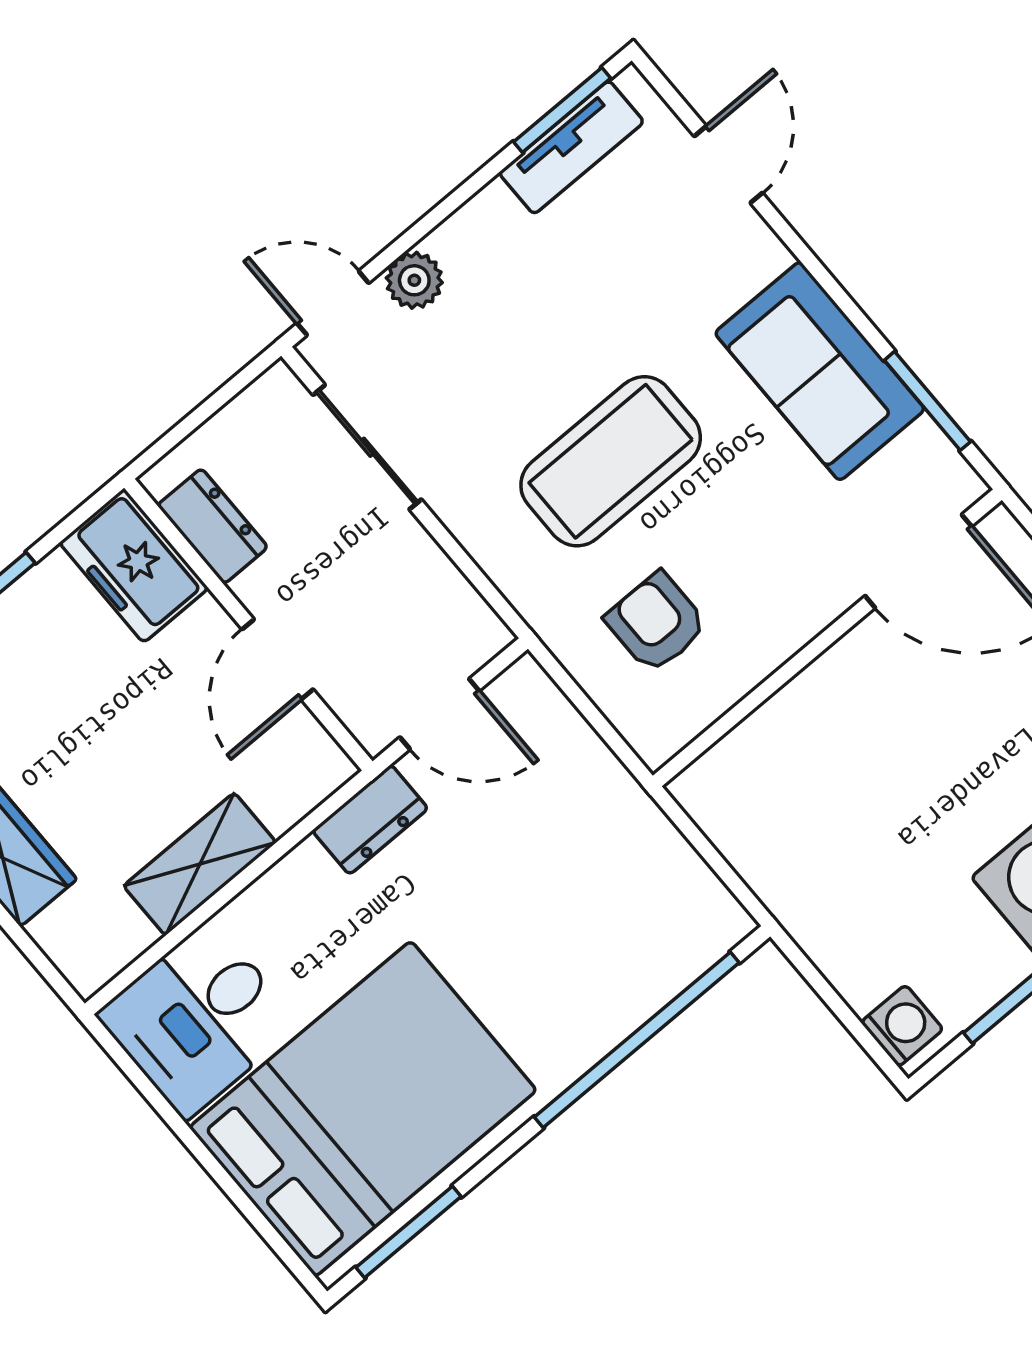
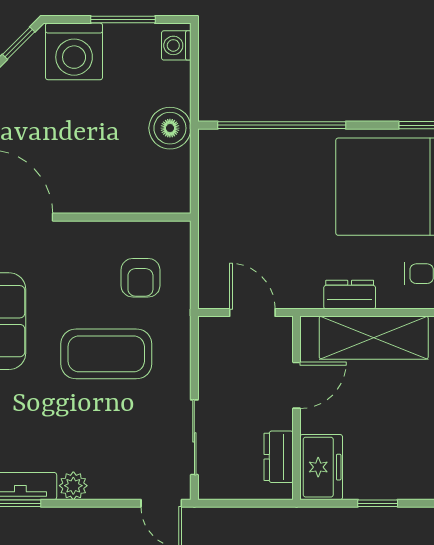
plant: (414, 280) -> (73, 486), moved
dresser: (370, 820) -> (350, 295), moved
shelving: (200, 864) -> (374, 338), width x1.50, depth x1.33
boiler: (805, 891) -> (170, 128), added

